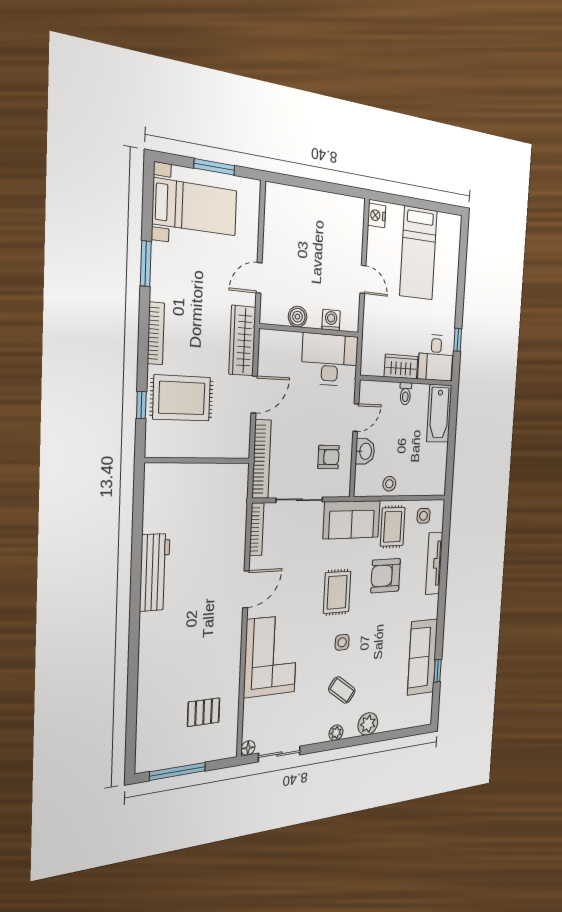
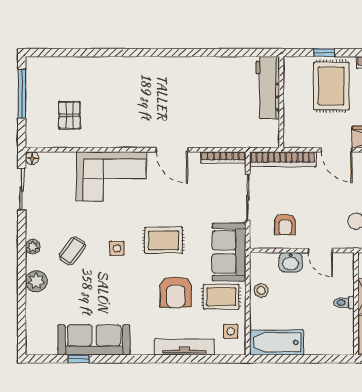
bathtub: (439, 413) -> (276, 342), moved
workbench: (155, 572) -> (268, 88), moved, turned 90
armchair: (386, 576) -> (176, 292), turned 180

